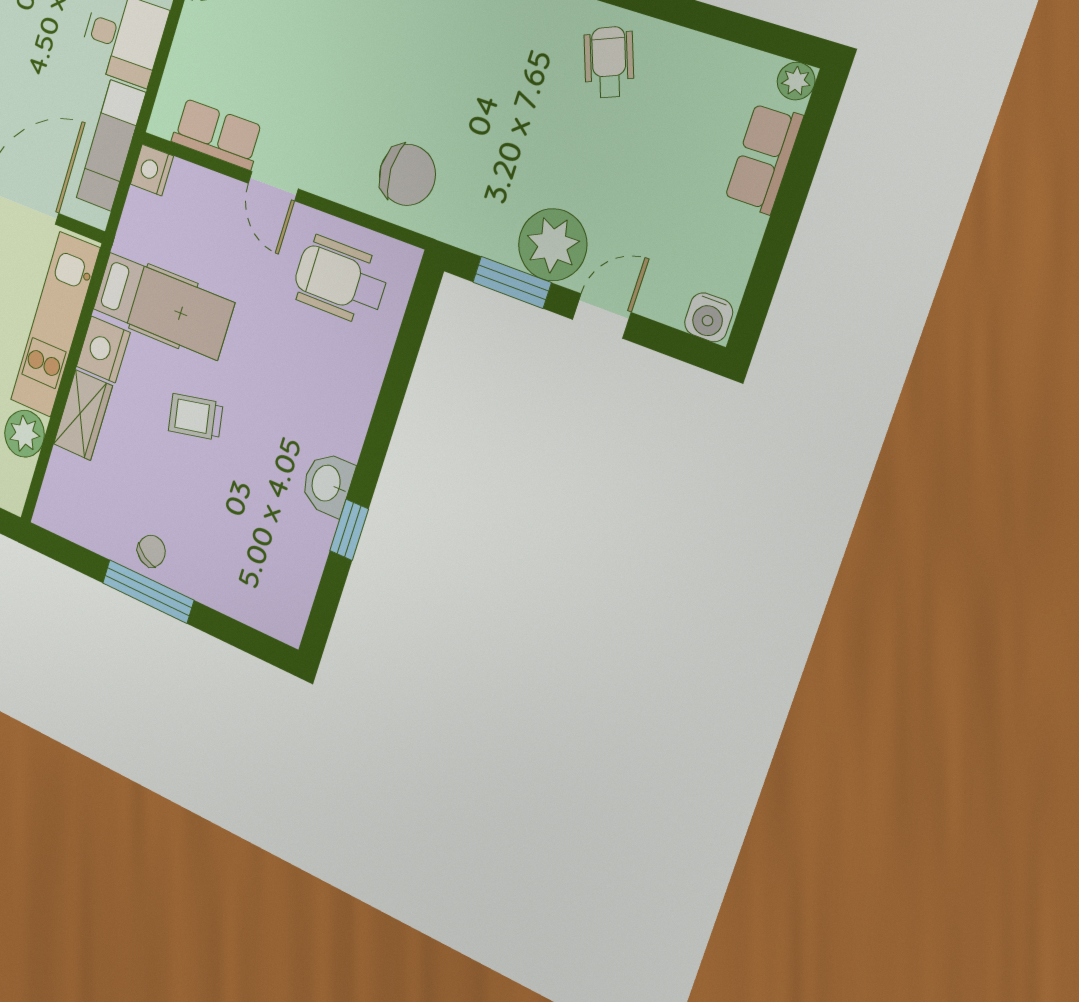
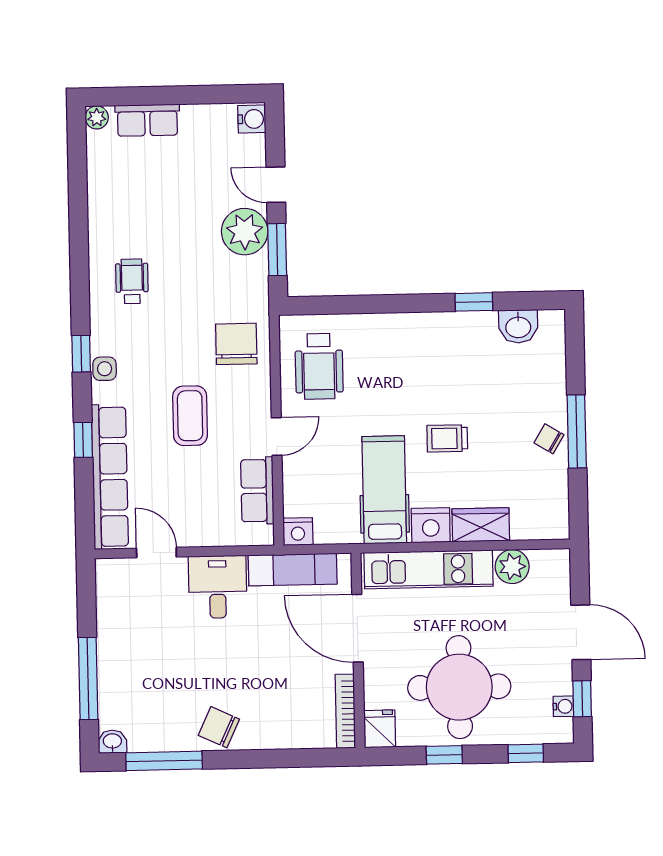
wheelchair: (609, 62) -> (132, 281), moved, turned 111
coffee table: (338, 75) -> (190, 416), added
trolley: (196, 417) -> (447, 438), turned 101
washbasin: (327, 484) -> (518, 326), moved

